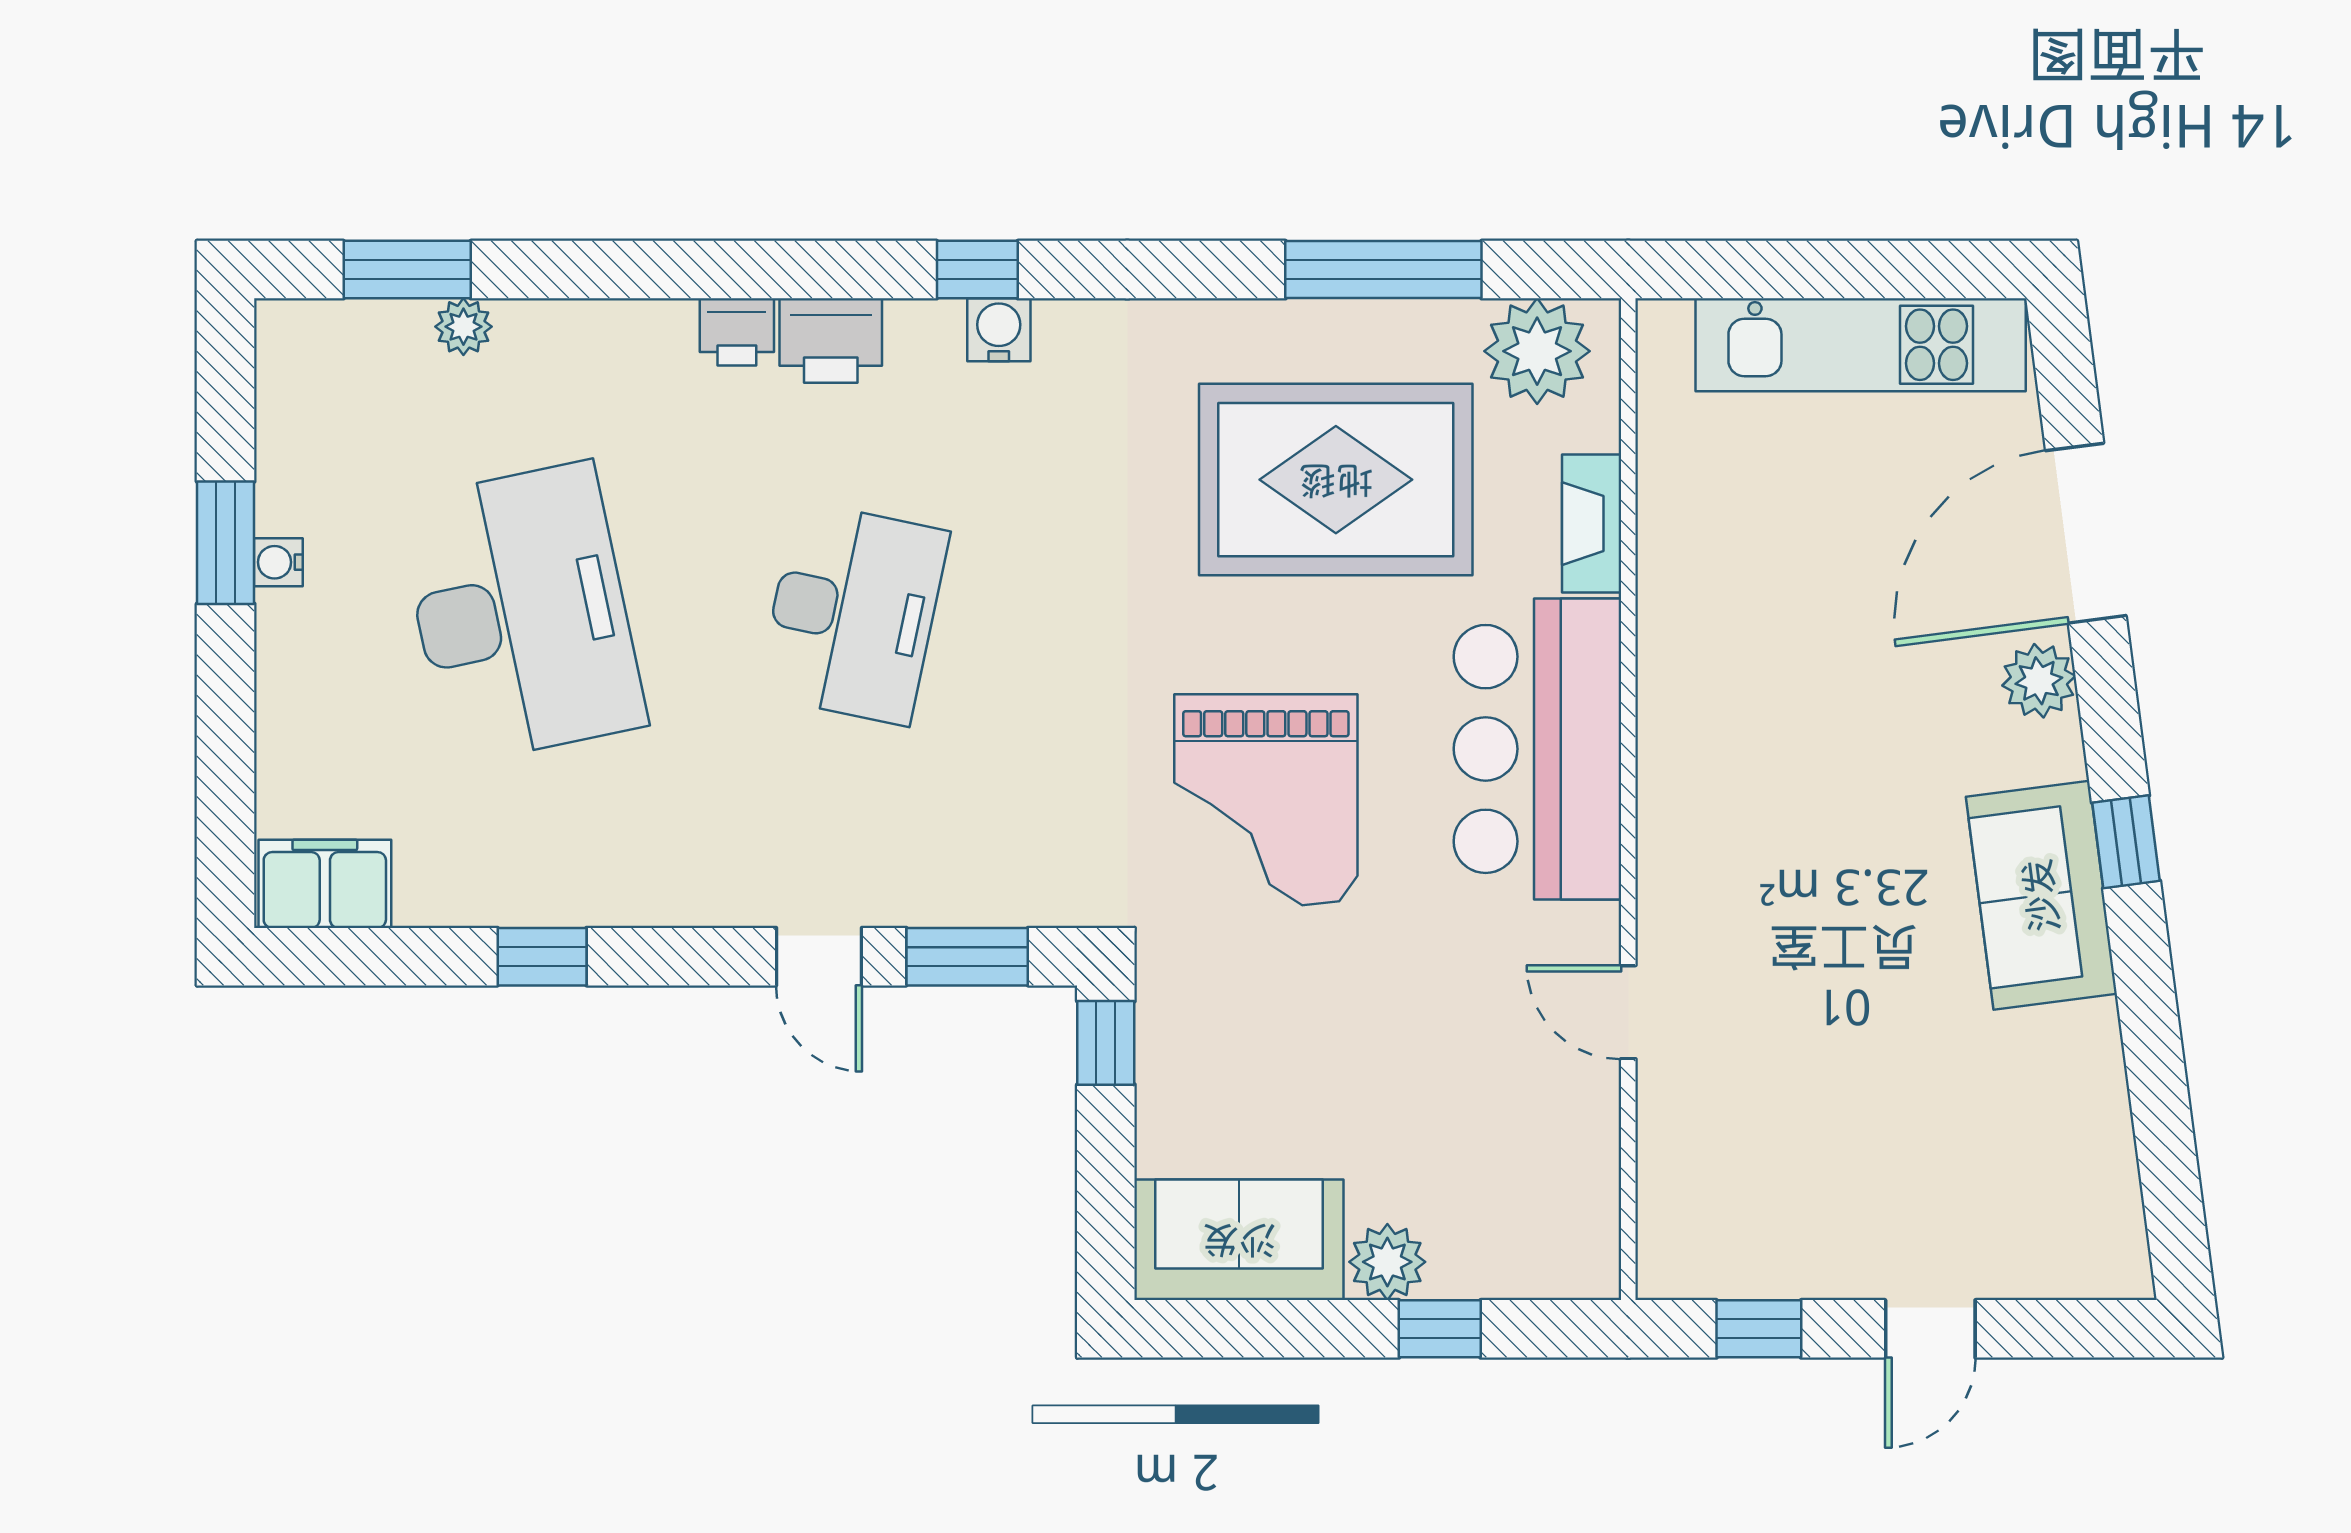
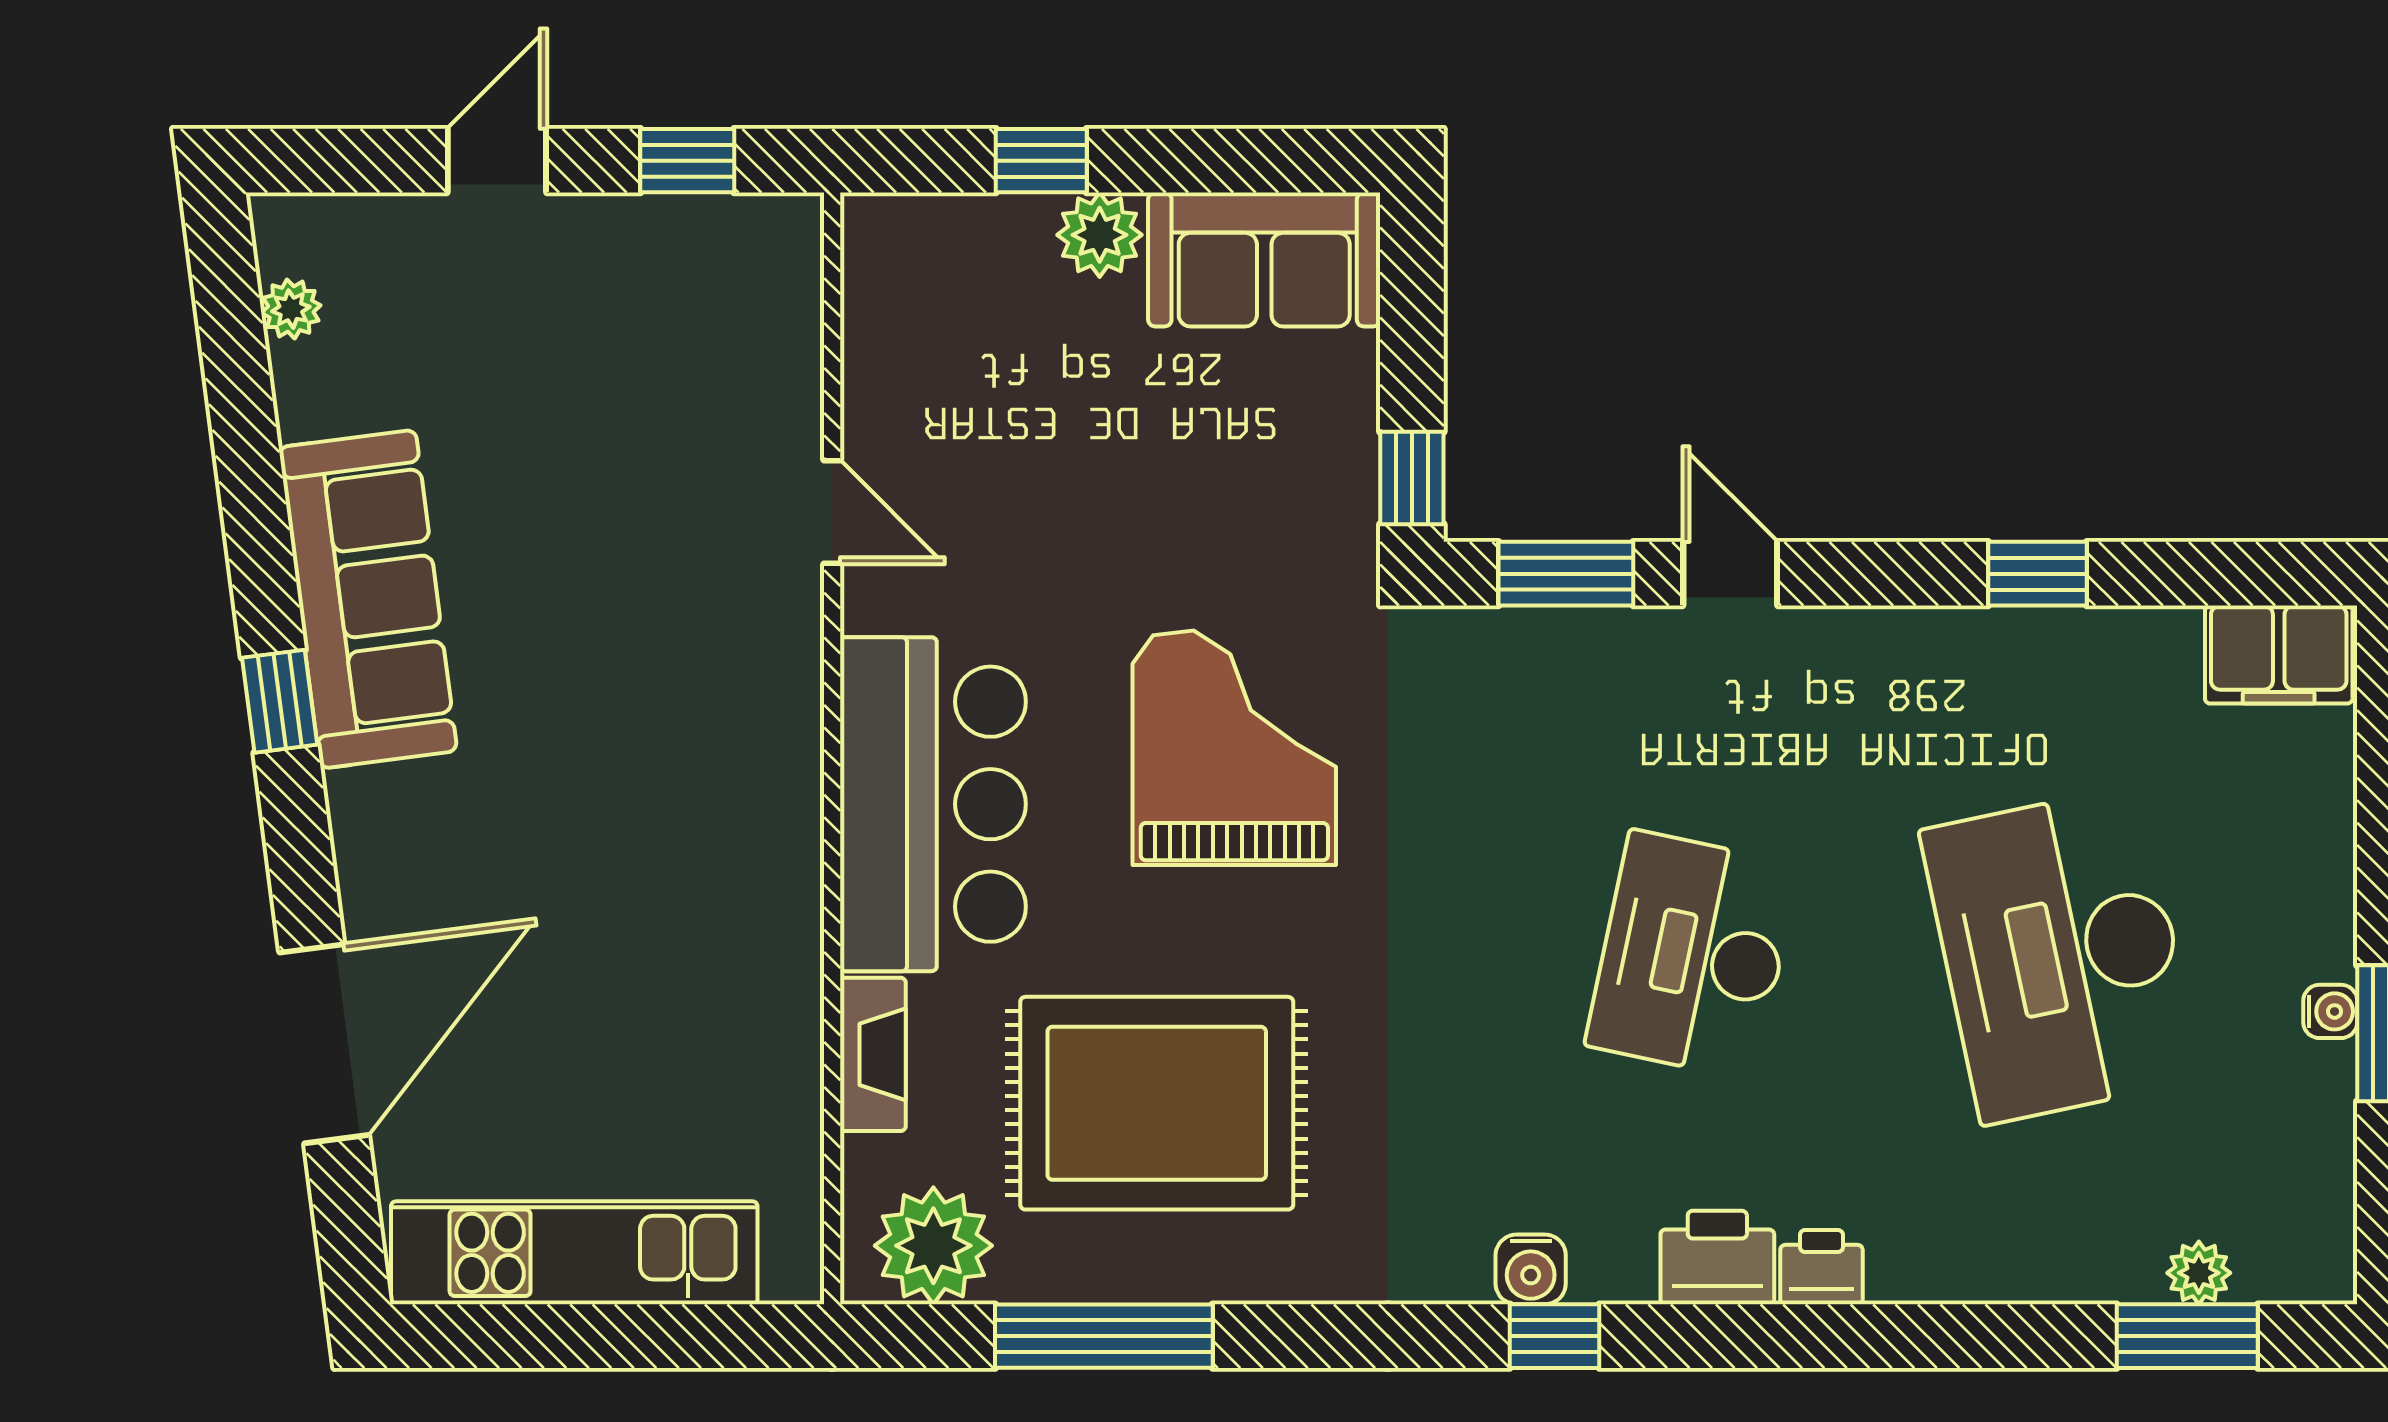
plant: (463, 327) -> (2199, 1273), moved
plant: (2039, 681) -> (291, 309), moved, width x0.73, depth x0.73
sofa: (2041, 895) -> (368, 599), width x1.36

